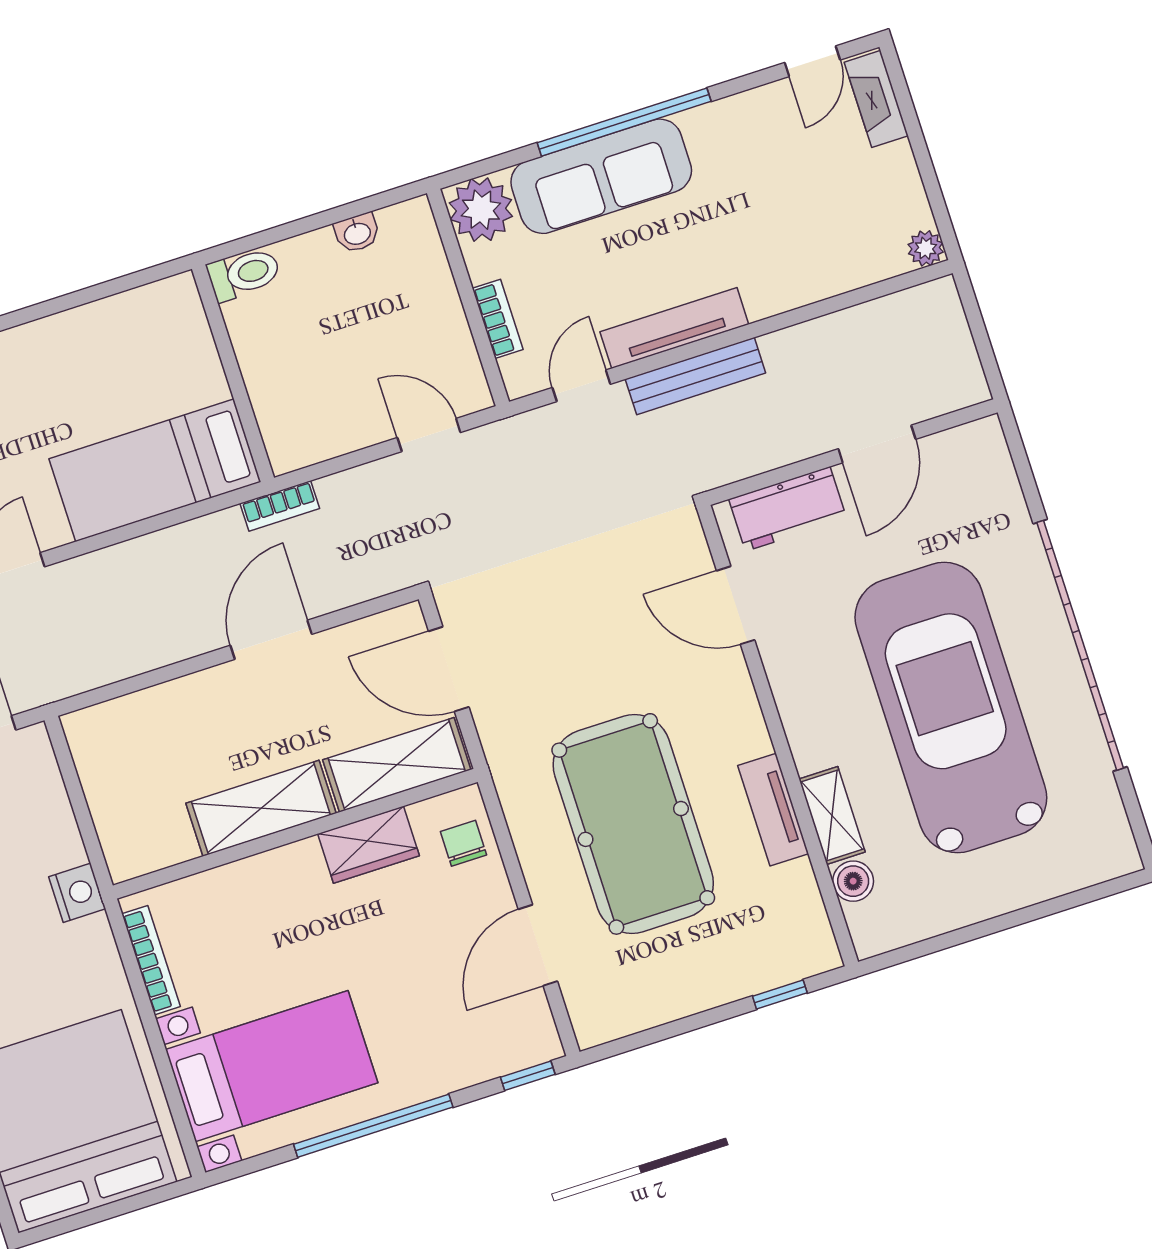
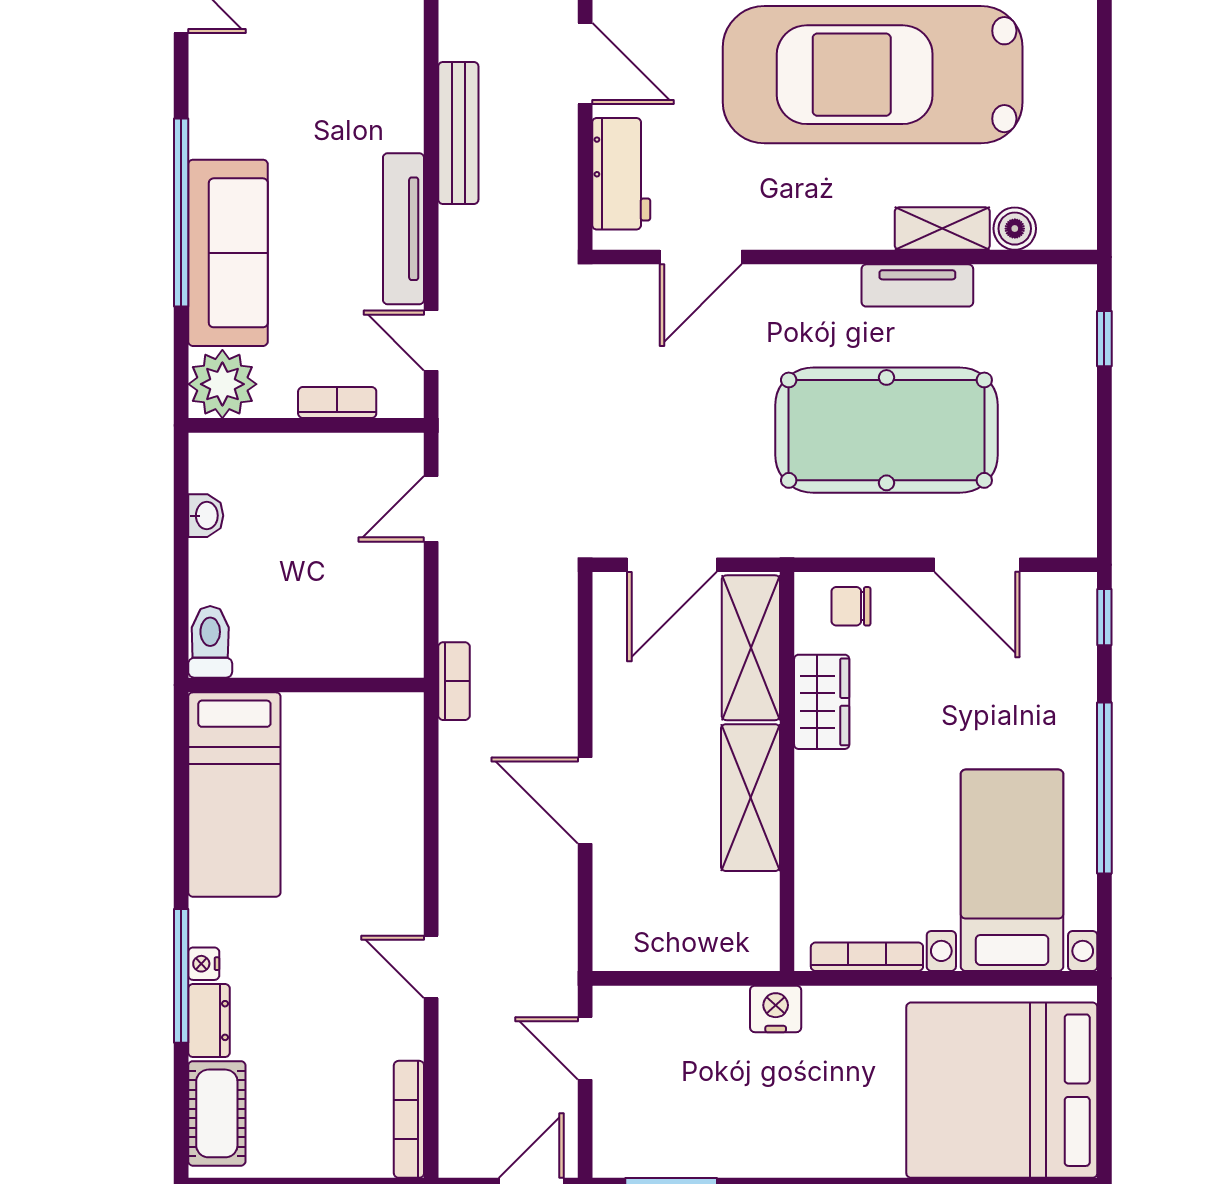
bench: (695, 376) -> (458, 133), moved
bed: (155, 470) -> (234, 795), moved
door: (271, 640) -> (585, 800), moved

